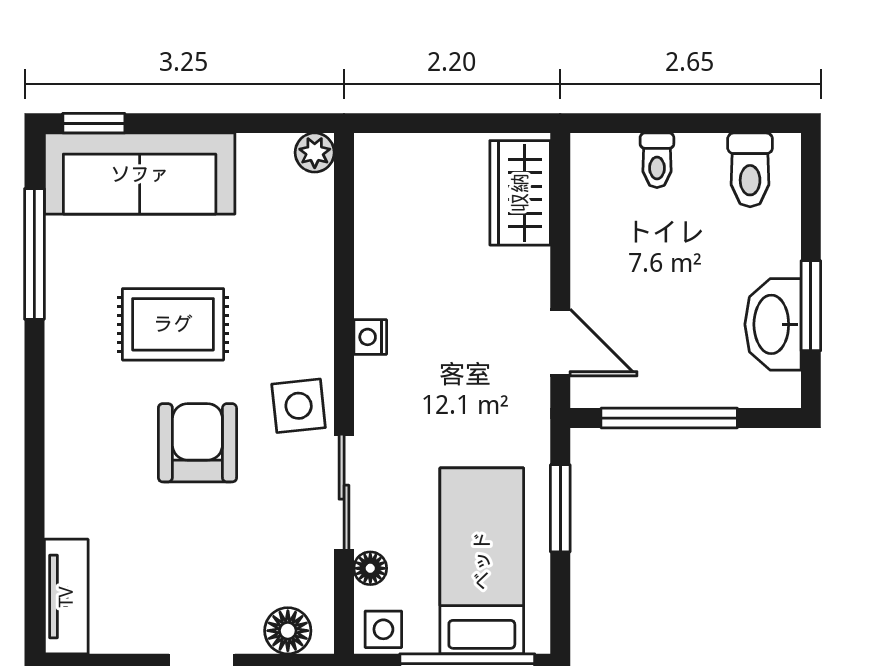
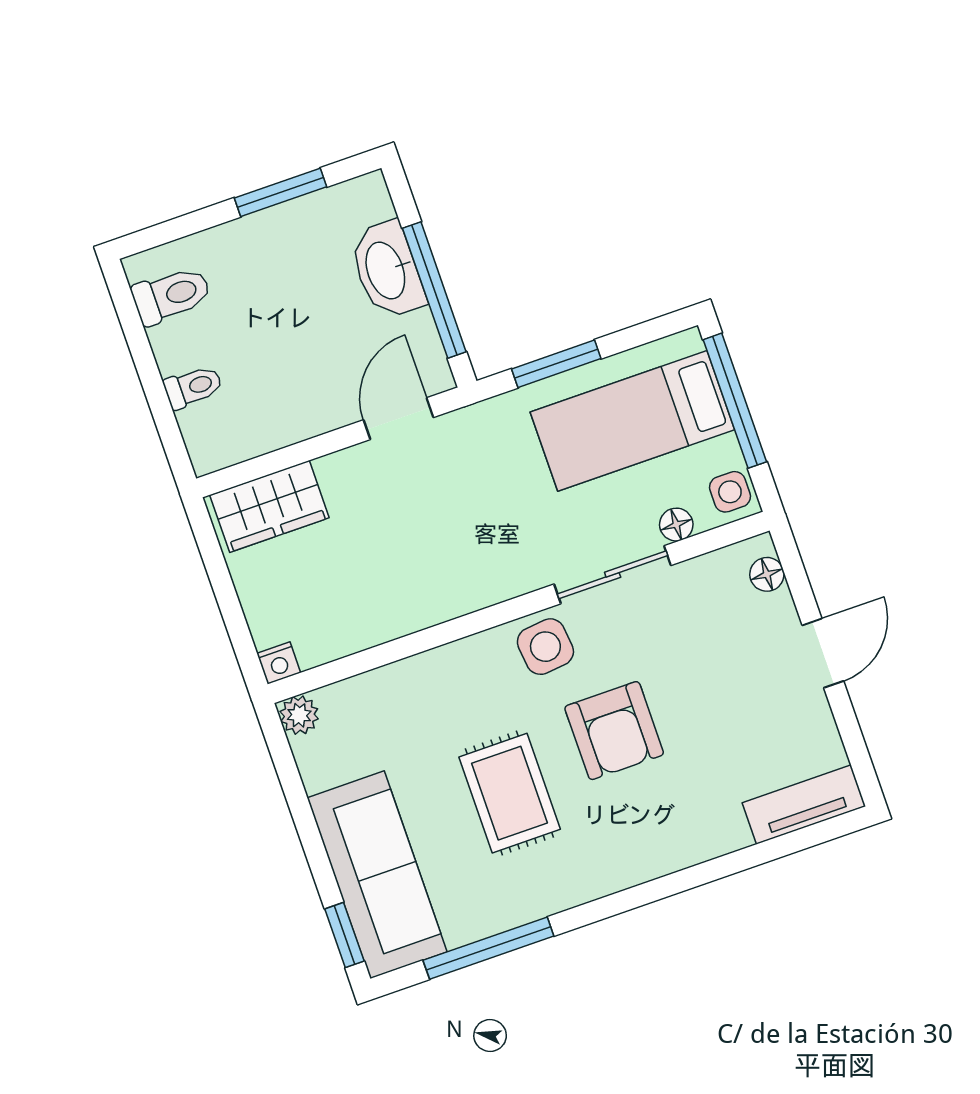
washbasin: (773, 324) -> (387, 270), moved, turned 90
nightstand: (370, 337) -> (279, 663), moved
armchair: (197, 443) -> (614, 731), turned -90
floor lamp: (288, 631) -> (767, 574), width x0.73, depth x0.73

